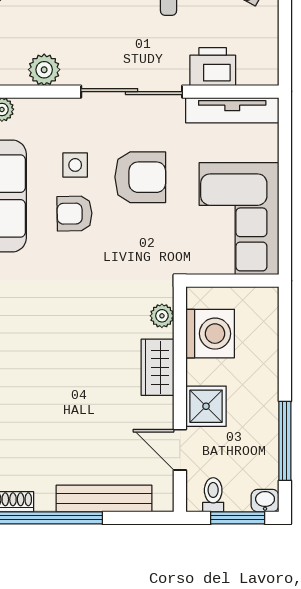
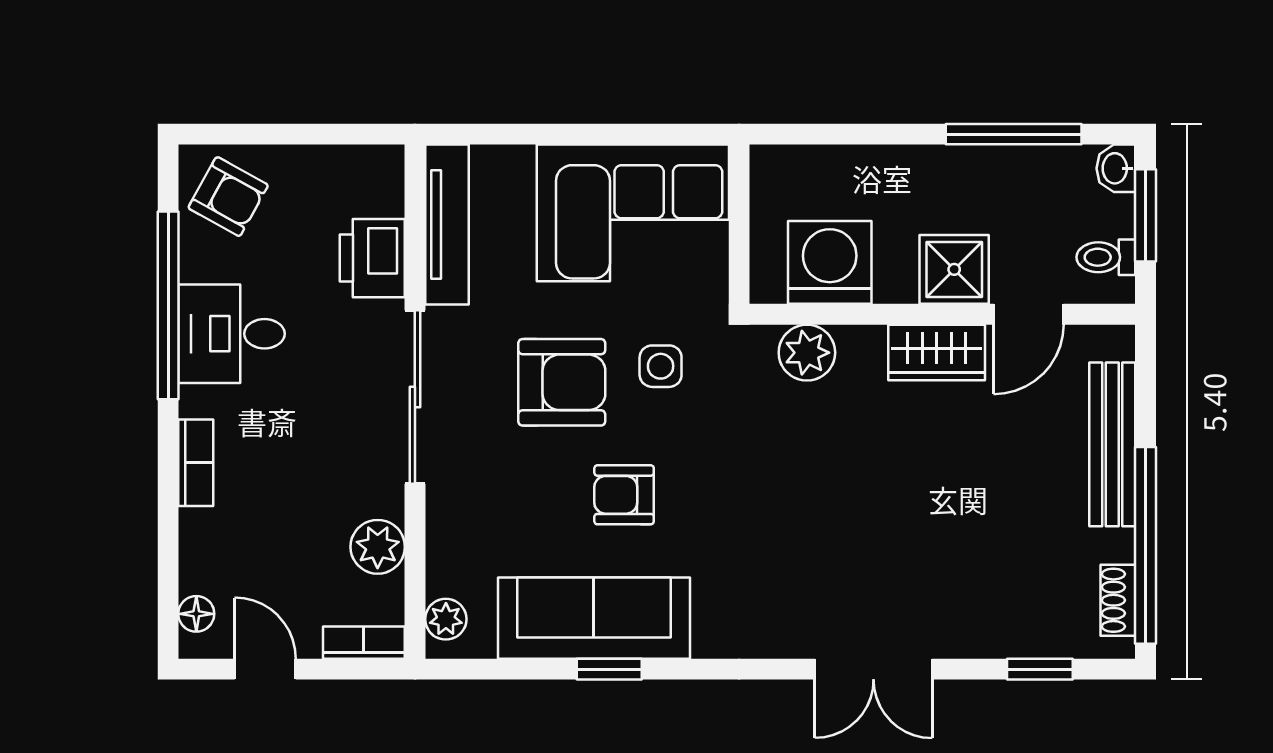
side table: (75, 165) -> (661, 366), moved
armchair: (140, 177) -> (562, 382), turned 90
armchair: (74, 214) -> (624, 495), turned 91
plant: (162, 316) -> (807, 353), width x1.38, depth x1.38
wardrobe: (158, 367) -> (937, 352), moved

